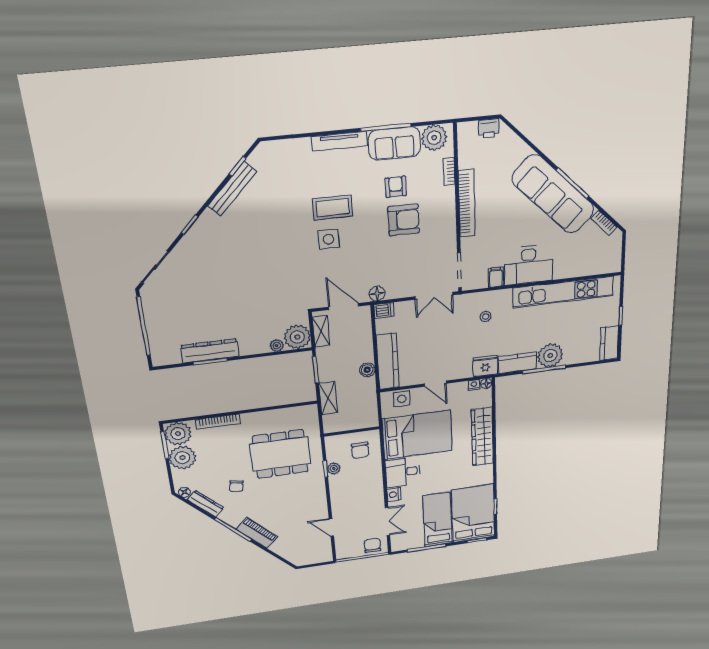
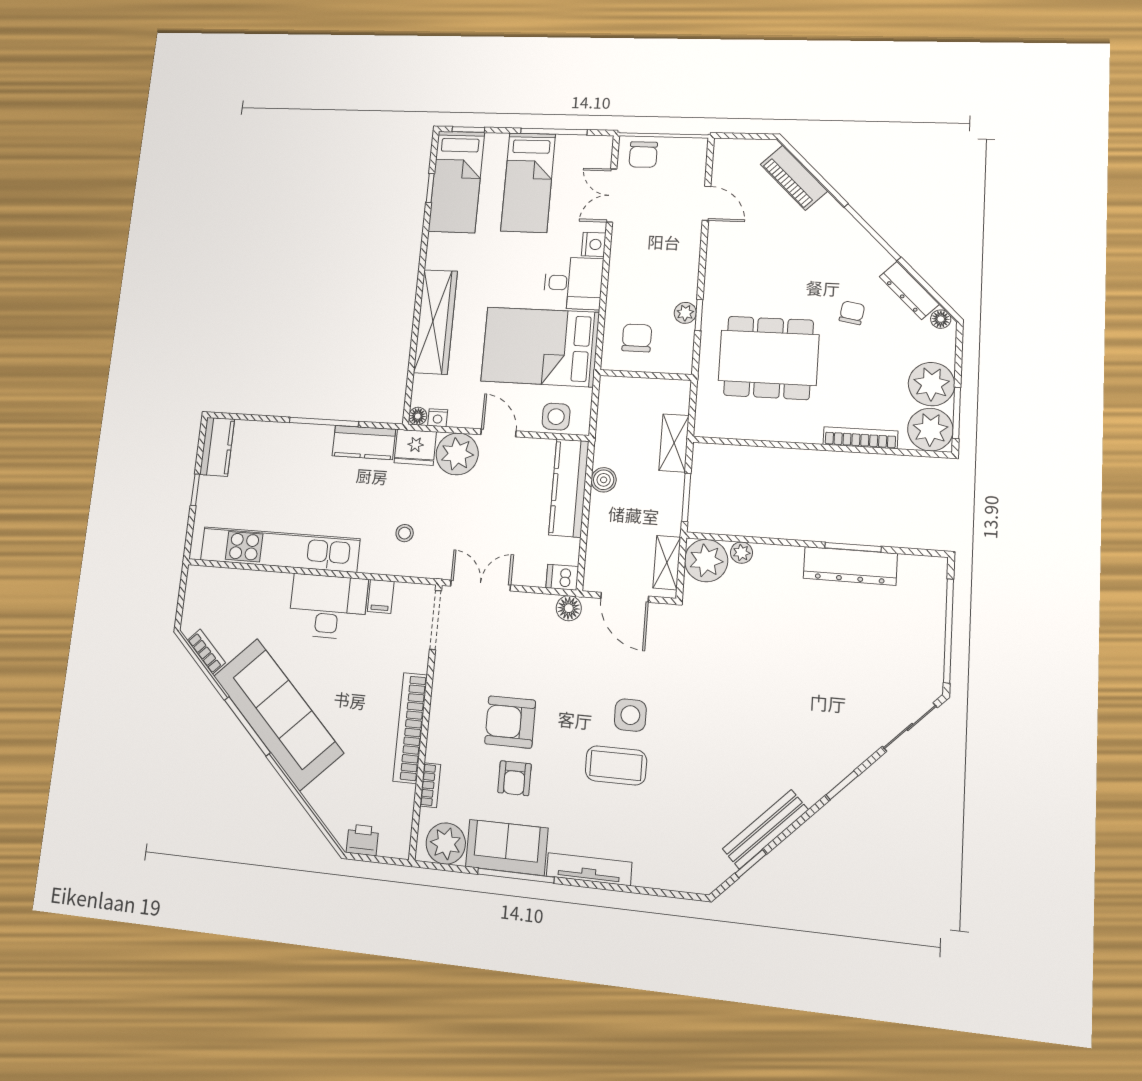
plant: (550, 355) -> (457, 454), moved
bed: (473, 513) -> (456, 182), width x0.67
piano: (257, 533) -> (794, 178), moved

